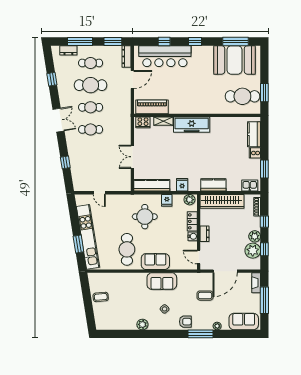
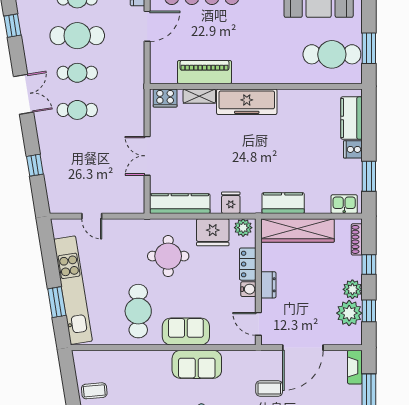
piano: (152, 107) -> (205, 72), moved
fridge: (167, 200) -> (213, 232), width x1.88, depth x1.34

